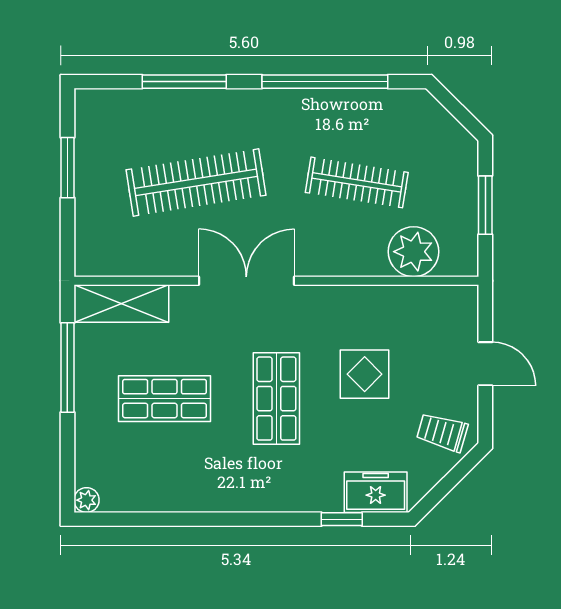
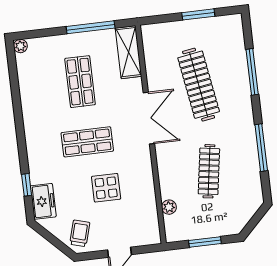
window: (325, 82) -> (261, 148), width x0.68
plant: (414, 252) -> (169, 207), width x0.53, depth x0.53

